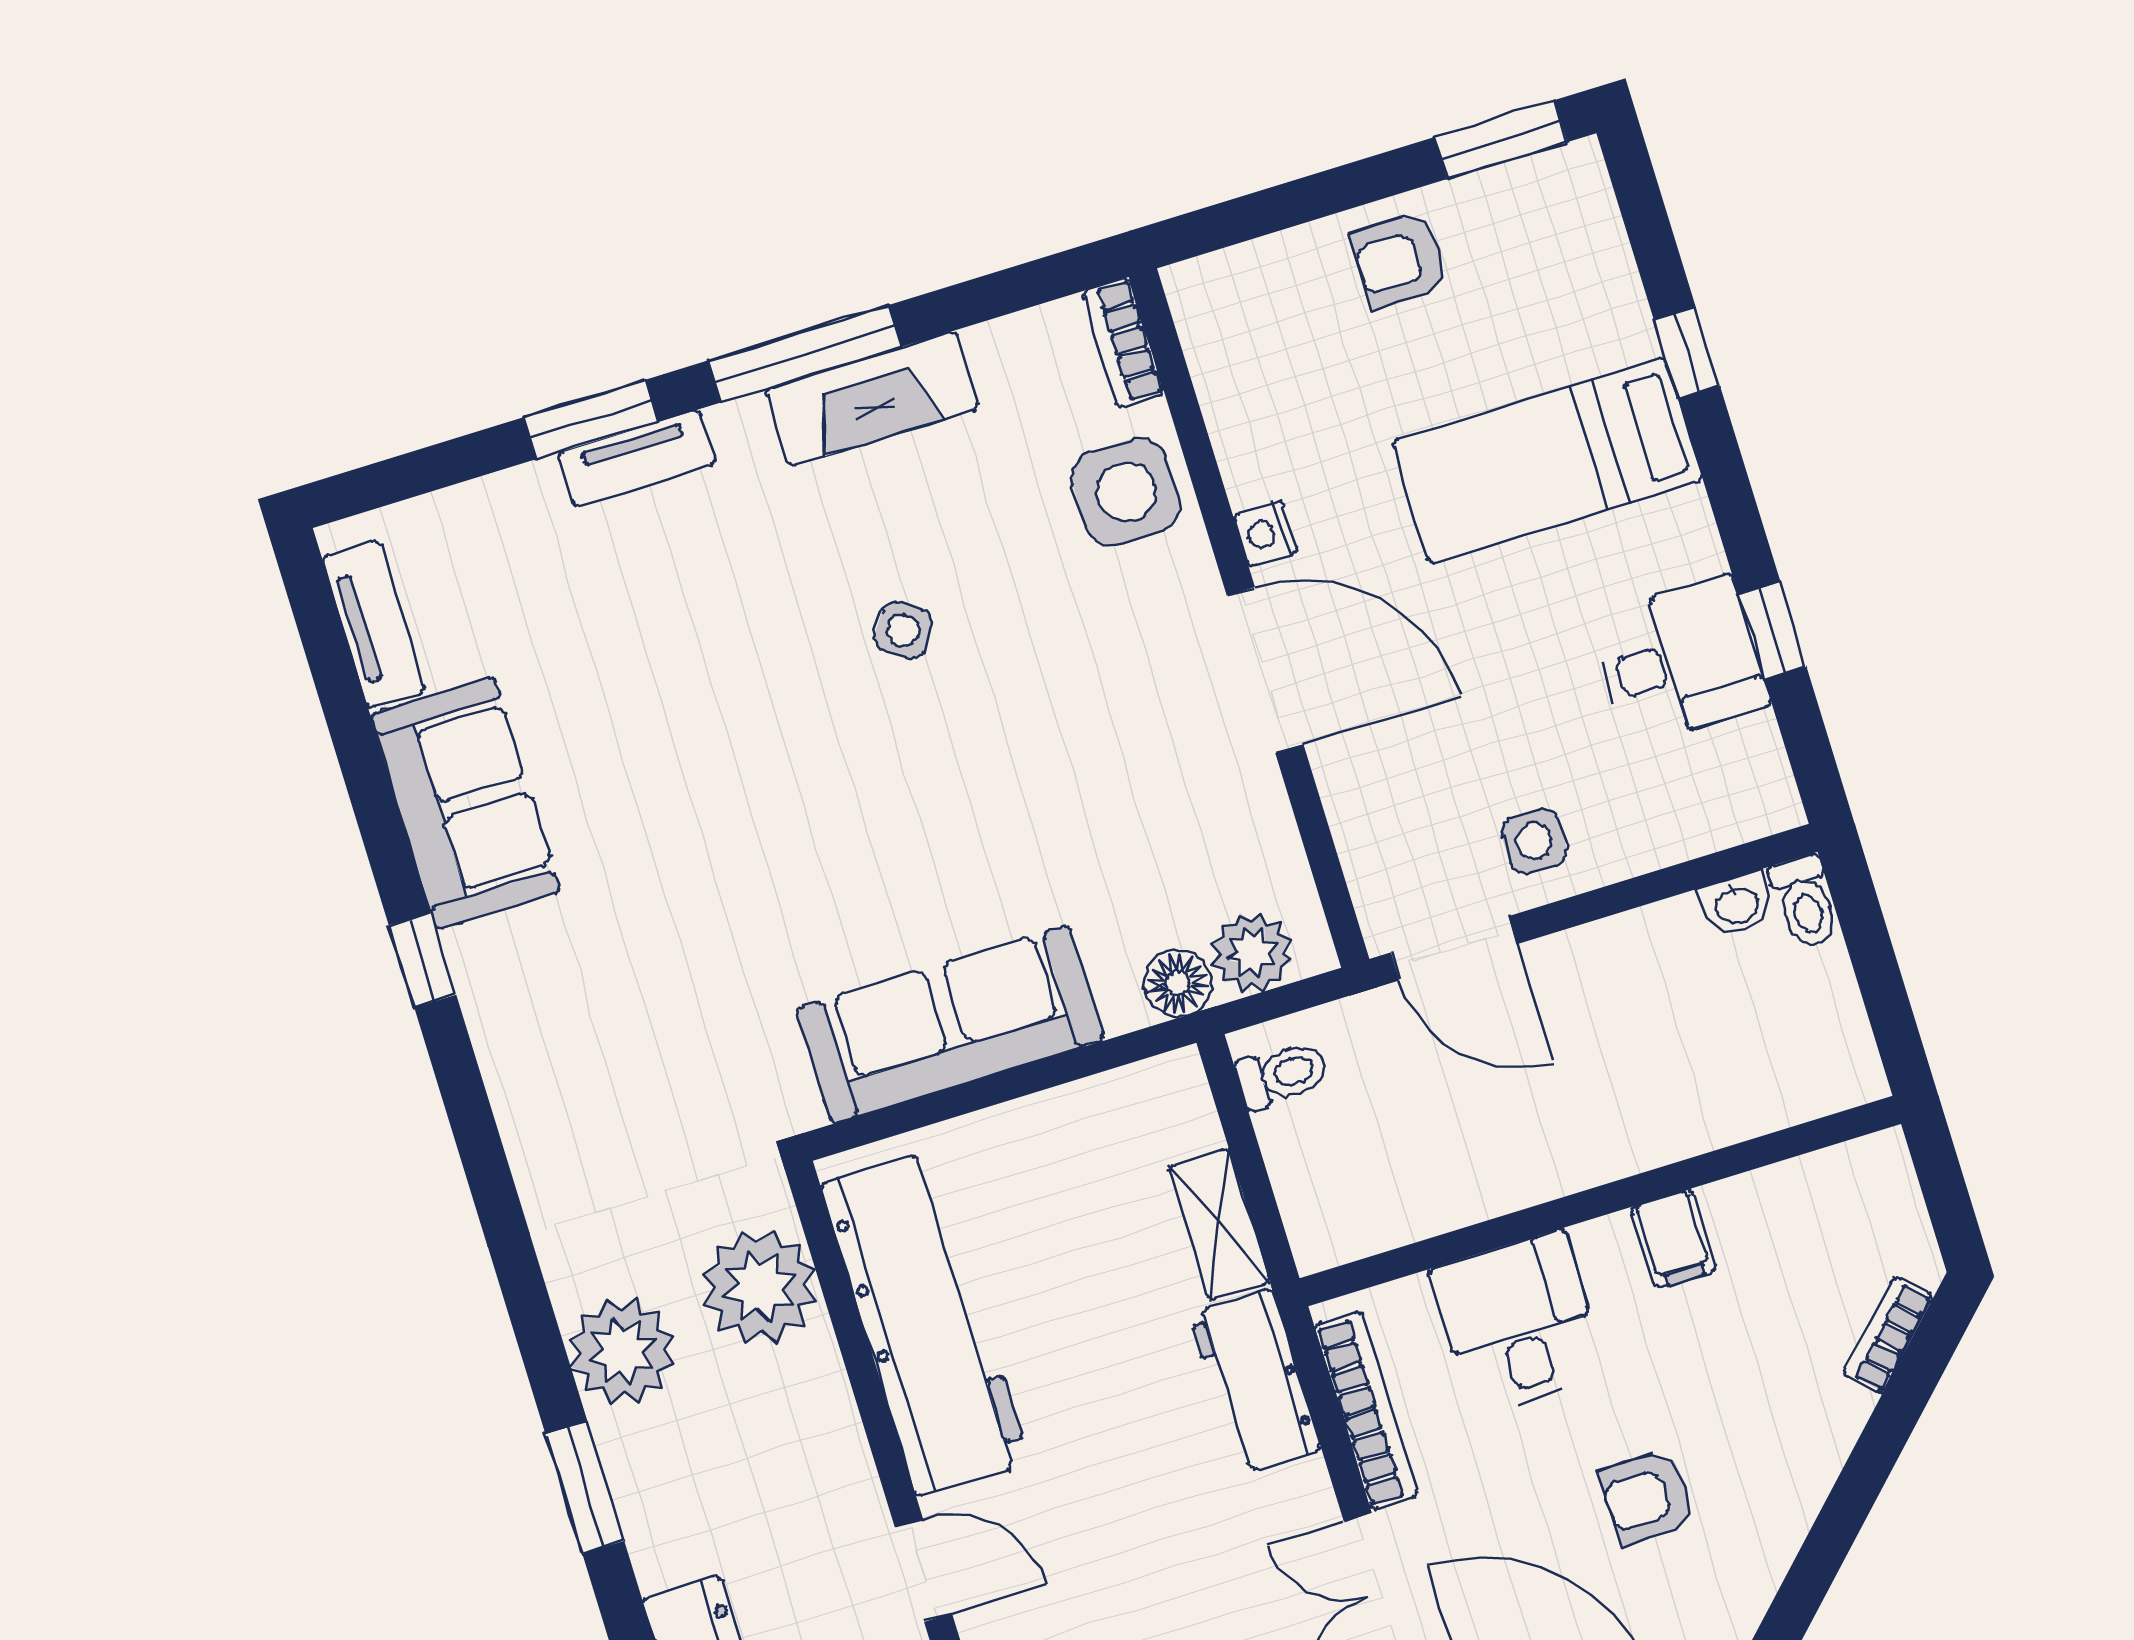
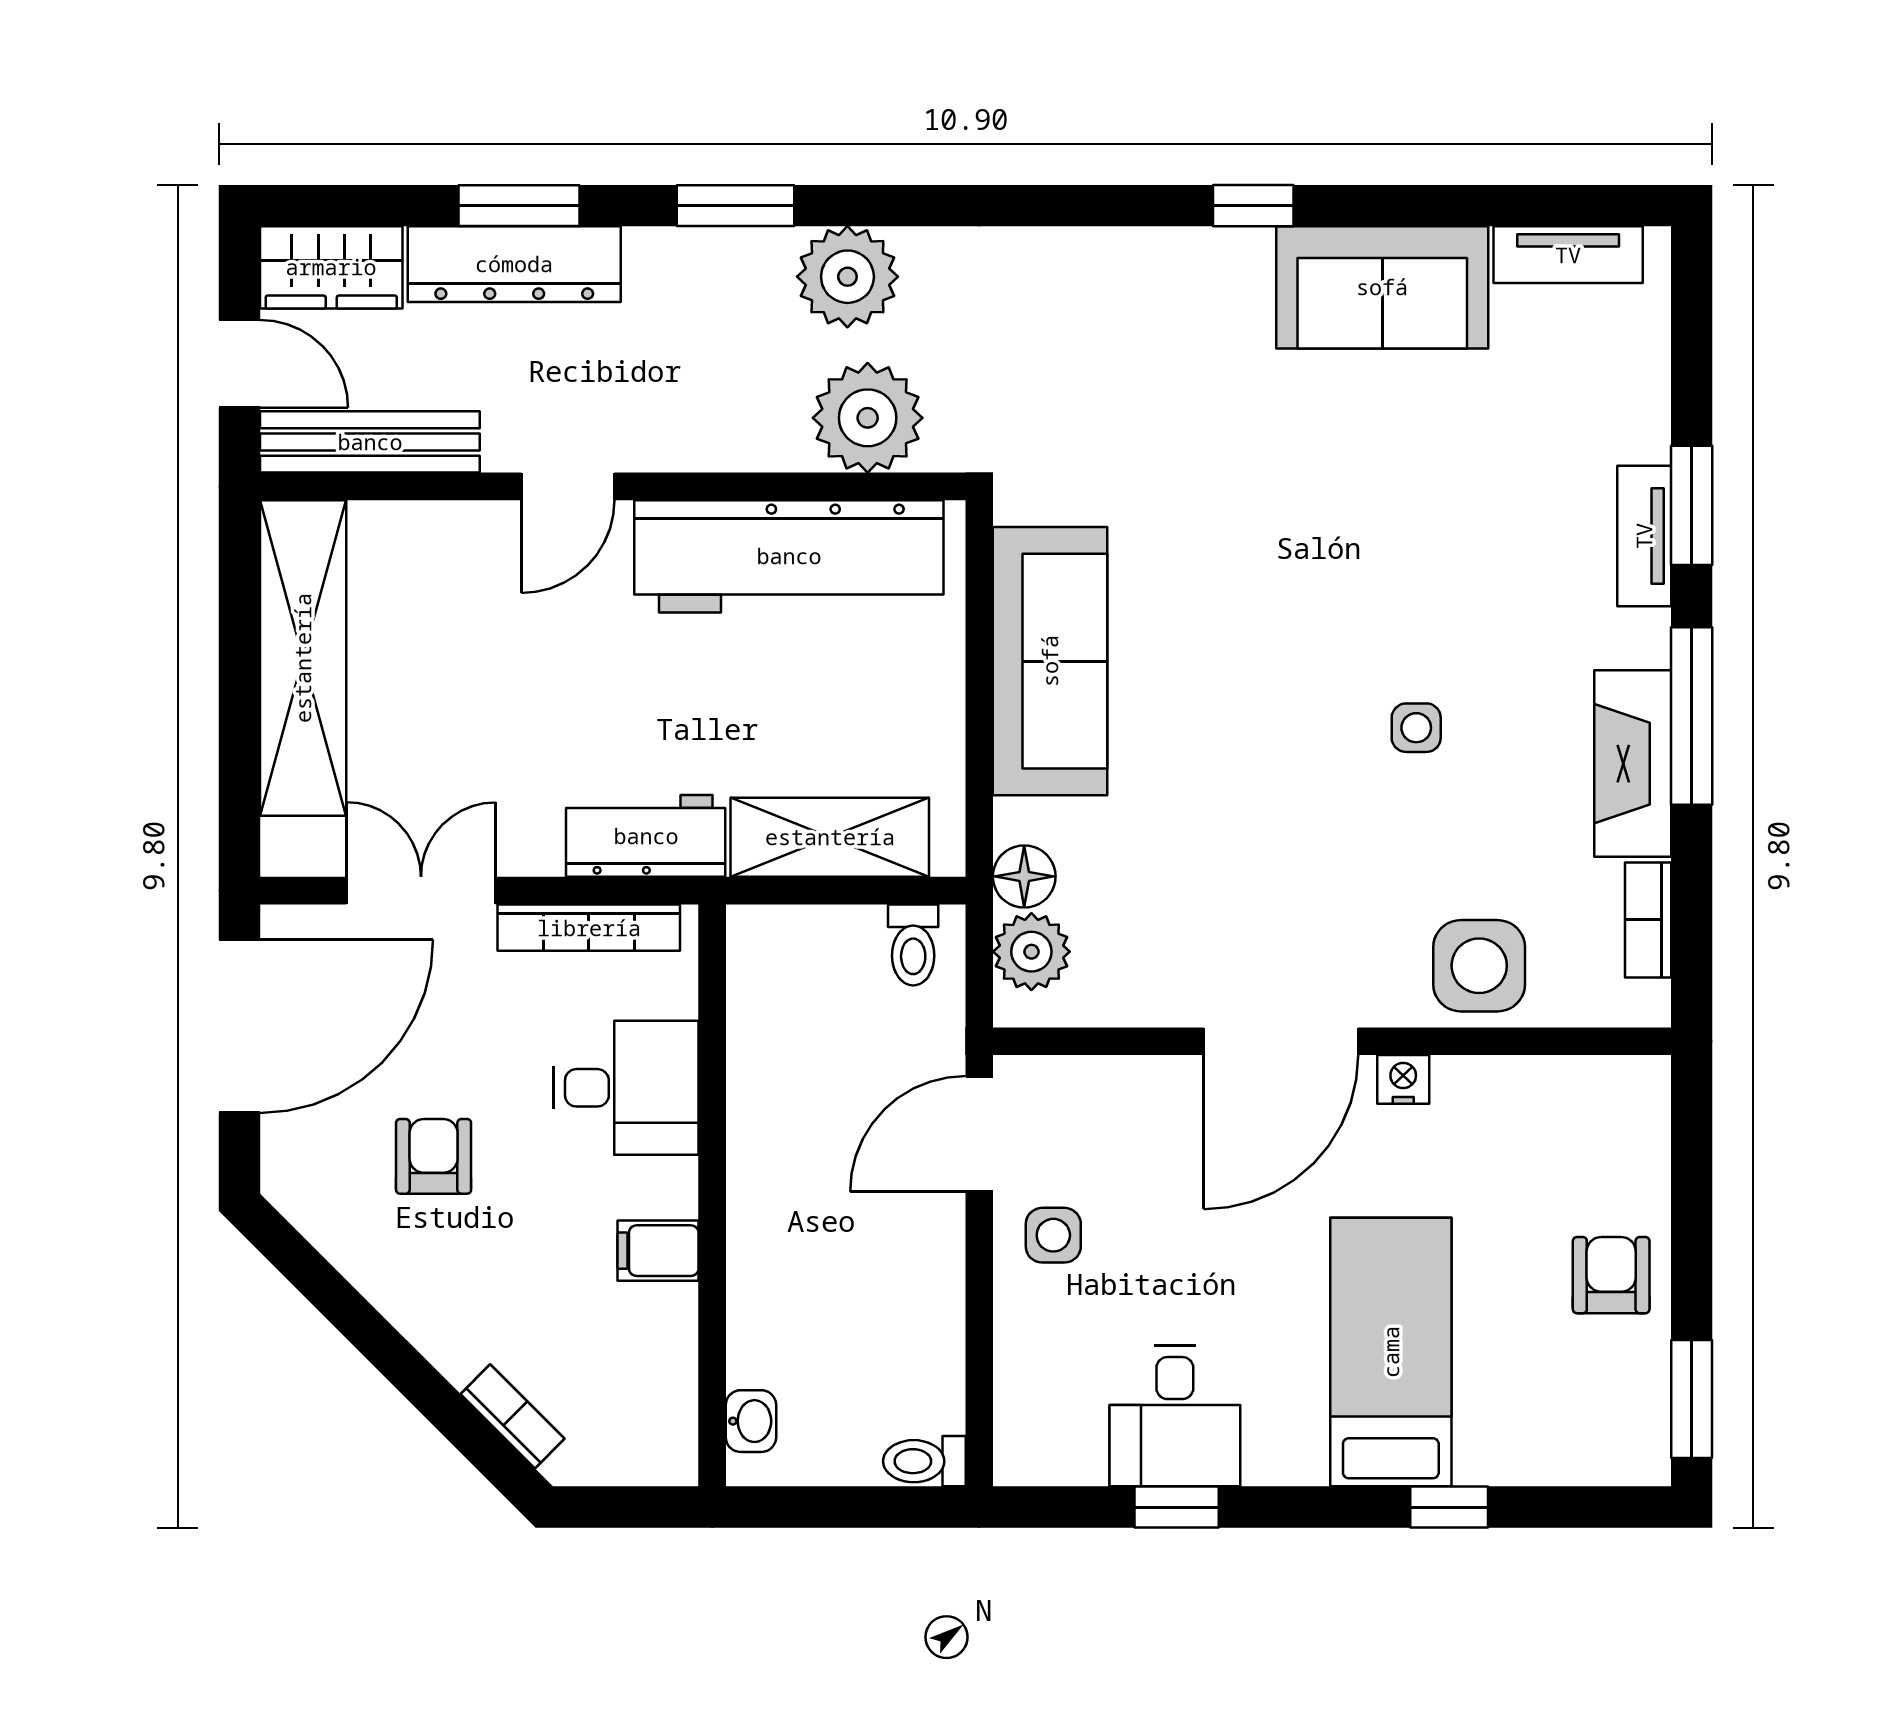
bookcase: (1123, 343) -> (1648, 920), moved, turned -90
side table: (903, 630) -> (1416, 728), turned -35
washbasin: (1737, 905) -> (751, 1421), moved, turned 180
shelving: (1219, 1224) -> (830, 837), width x1.50, depth x1.33

